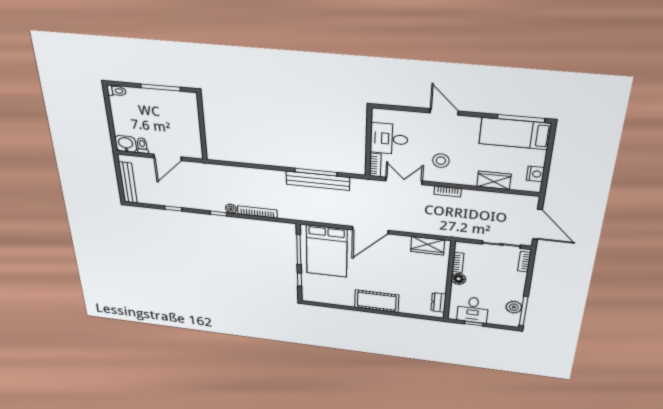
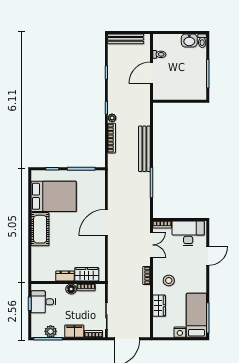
door: (444, 112) -> (208, 256), moved
desk: (389, 139) -> (188, 233), width x1.37
washbasin: (126, 144) -> (189, 40), moved, turned 90
door: (168, 157) -> (151, 73), hinge flipped
stool: (441, 161) -> (169, 280), moved
nightstand: (535, 174) -> (180, 332), moved
bench: (318, 181) -> (144, 149), moved
door: (370, 230) -> (106, 223), hinge flipped
wardrobe: (428, 246) -> (87, 274), moved, turned 90
bed: (327, 251) -> (54, 196), moved, turned 180
filing cabinet: (517, 282) -> (74, 331), added
dresser: (439, 302) -> (65, 276), moved

